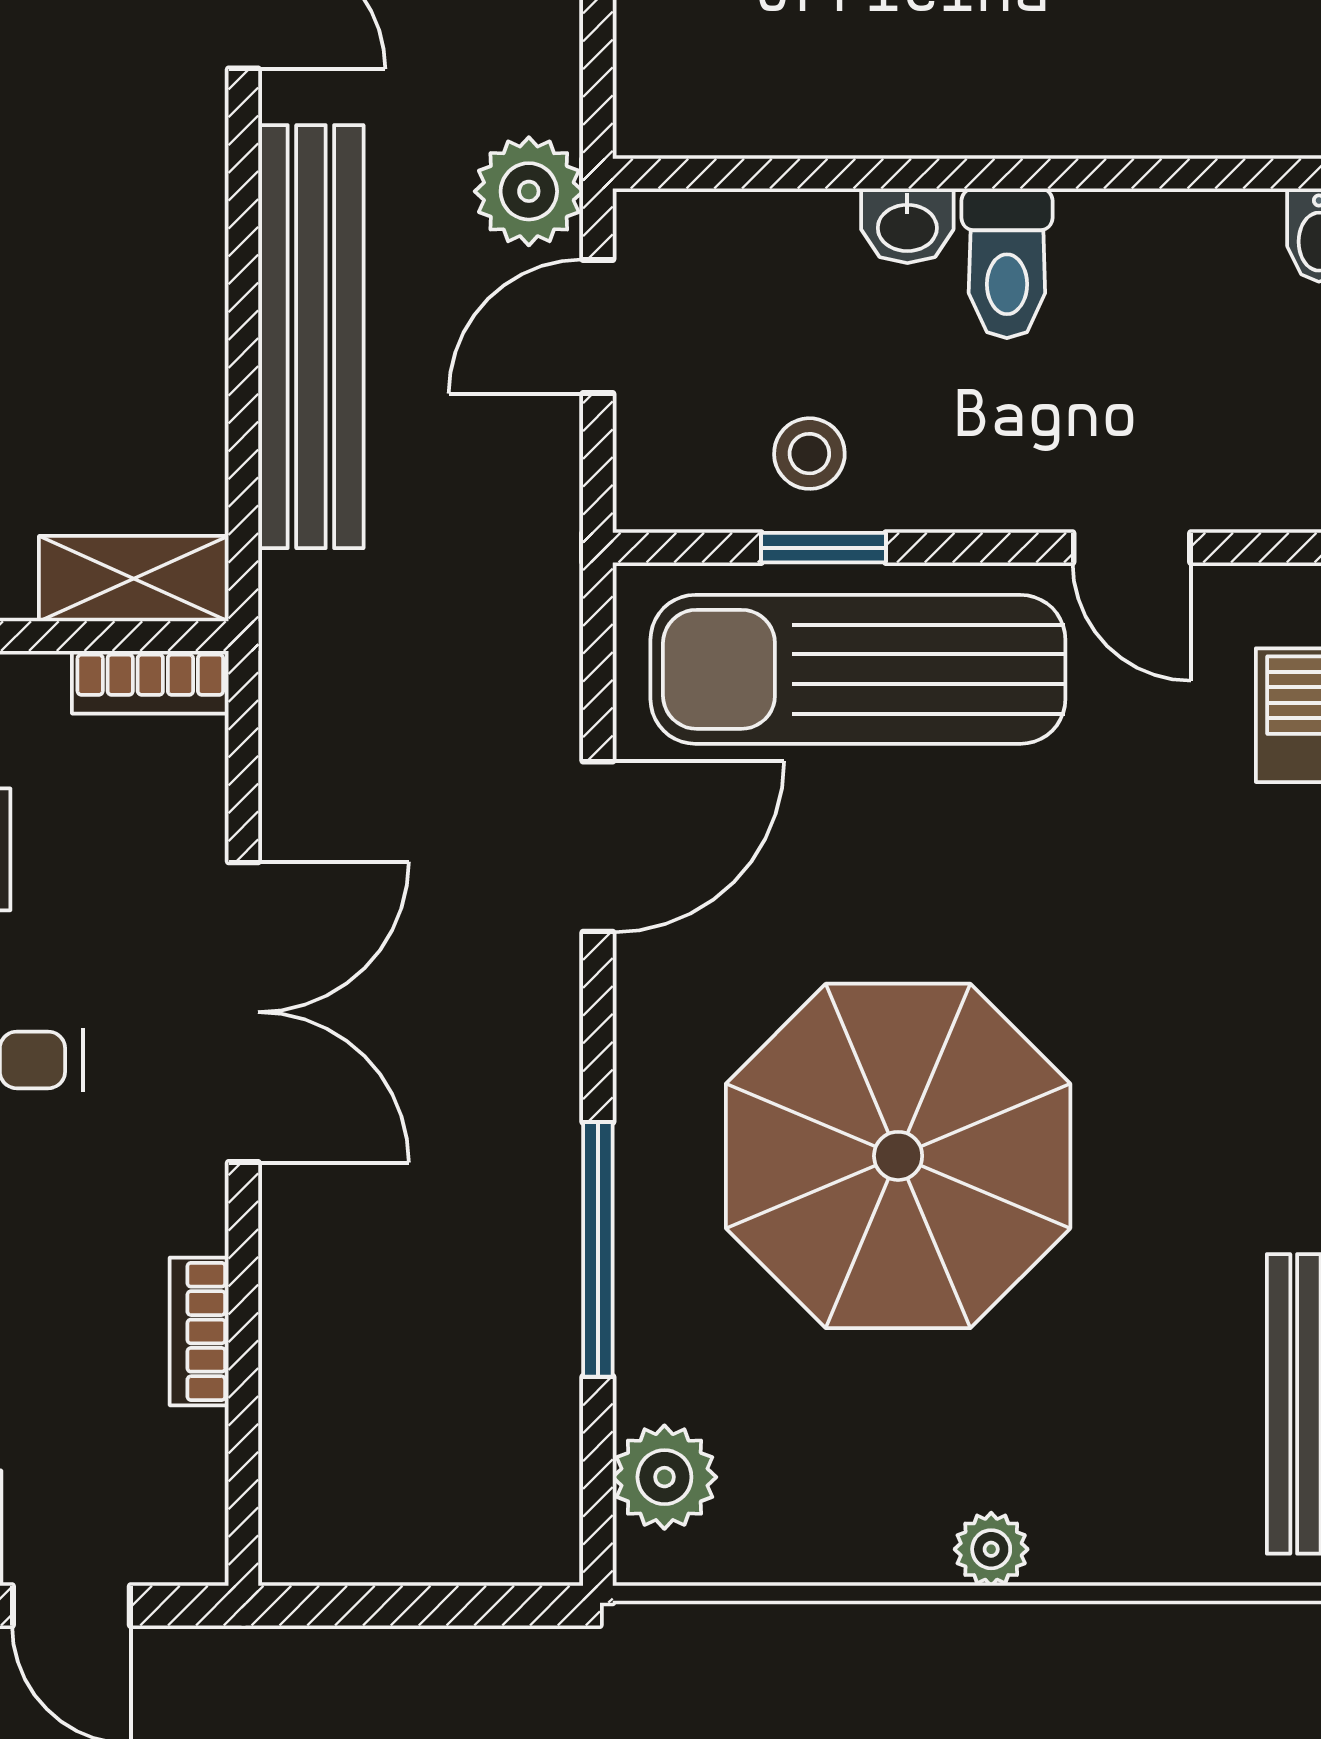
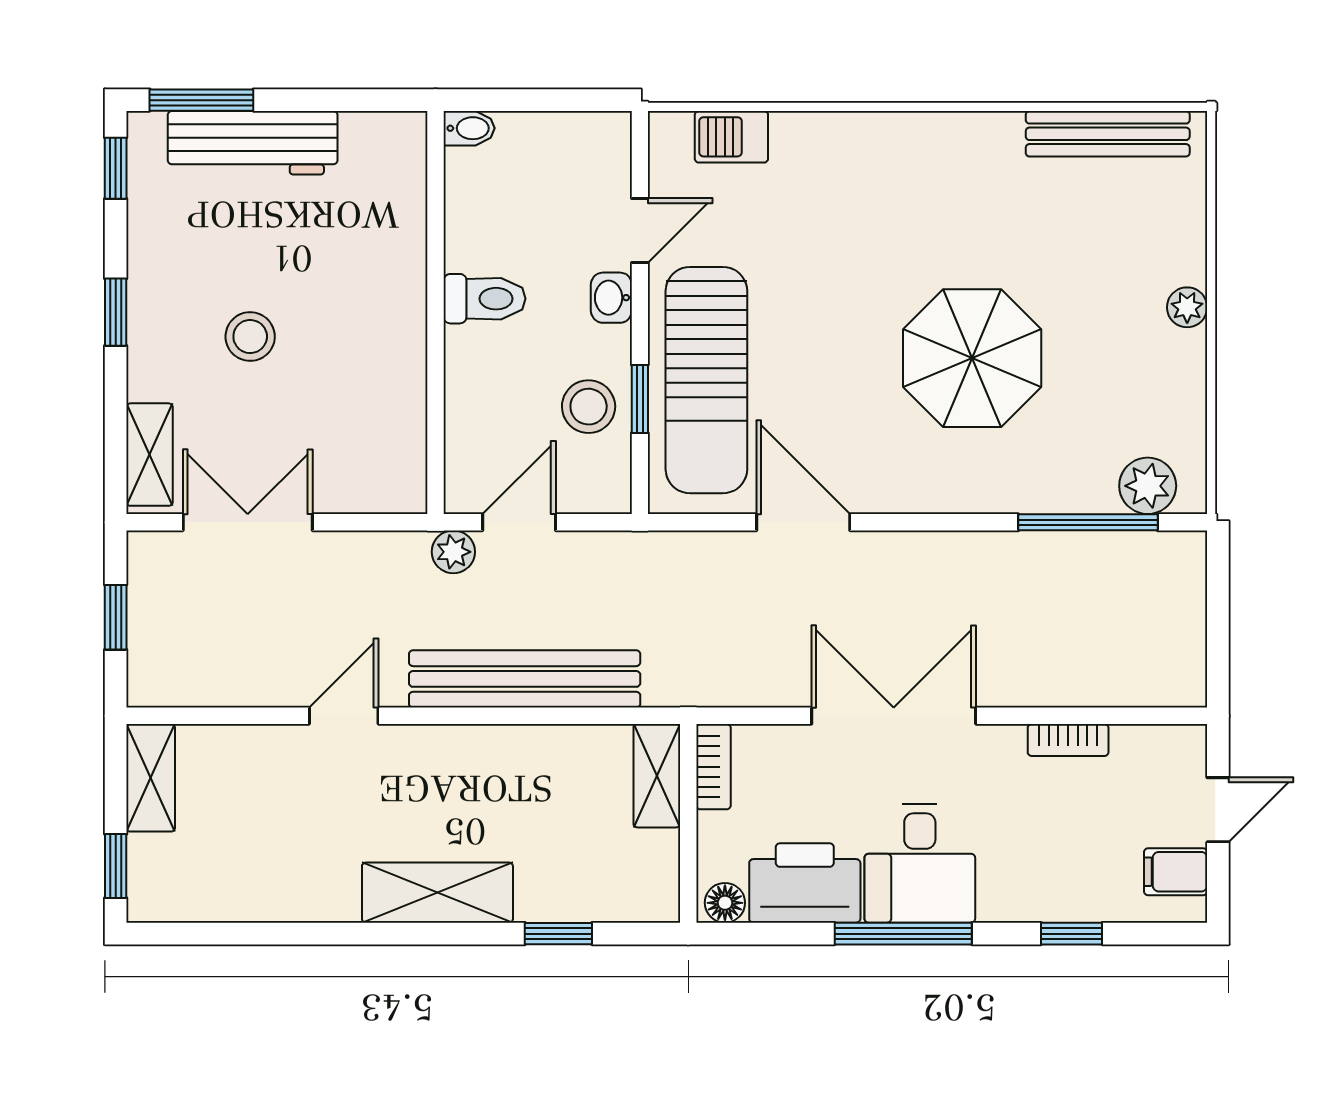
plant: (529, 191) -> (453, 552), width x0.73, depth x0.73
washbasin: (907, 226) -> (611, 298), moved, turned 180
door: (598, 327) -> (519, 522), swing flipped
stool: (809, 454) -> (589, 407), width x1.37, depth x1.37
parasol: (898, 1156) -> (972, 358), width x0.73, depth x0.73
window: (598, 1249) -> (1088, 522), moved

